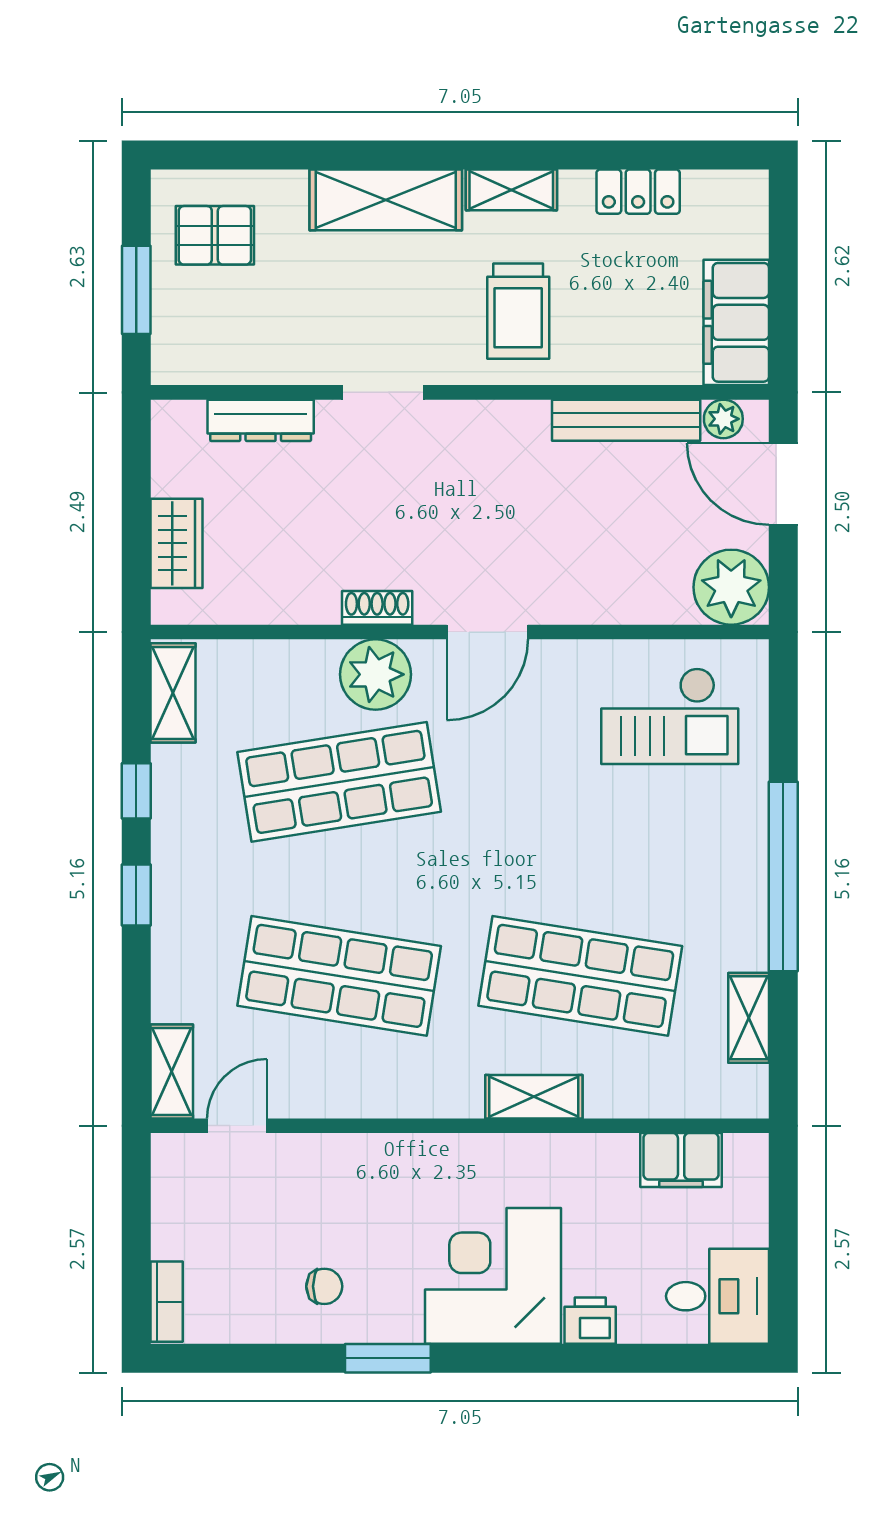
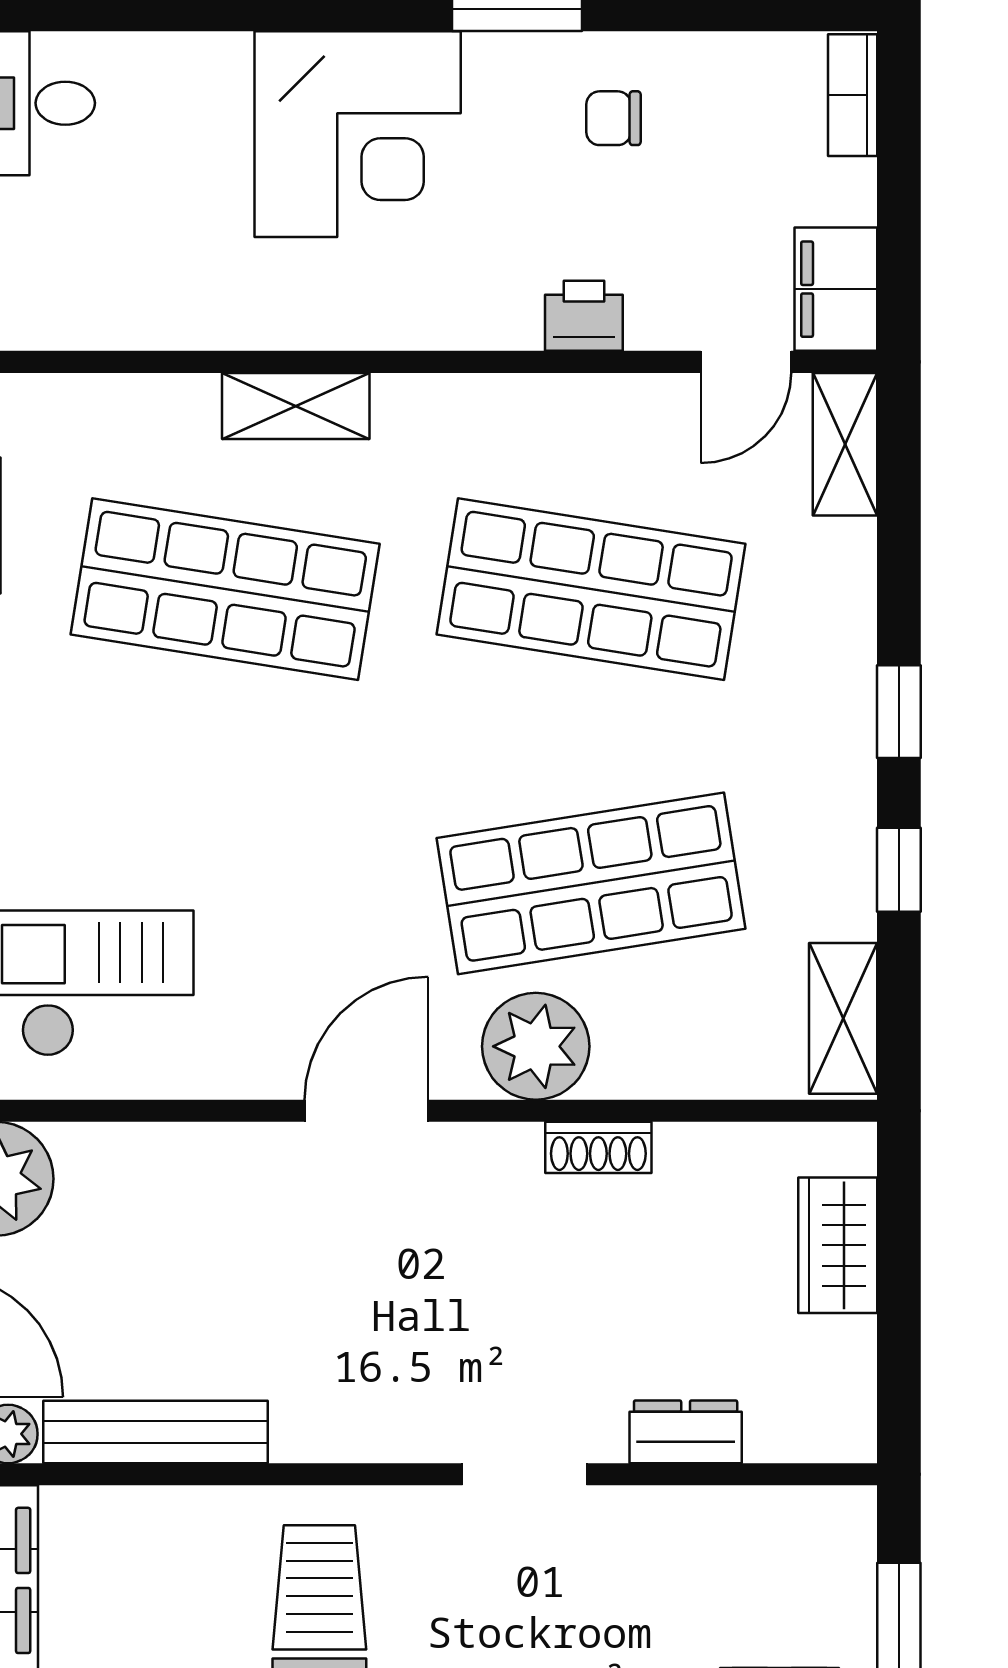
dresser: (261, 420) -> (686, 1432), width x0.70
shoe rack: (377, 608) -> (598, 1147), moved
filing cabinet: (681, 1160) -> (836, 289), moved, turned -90
printer: (590, 1321) -> (584, 316), moved, turned 180

